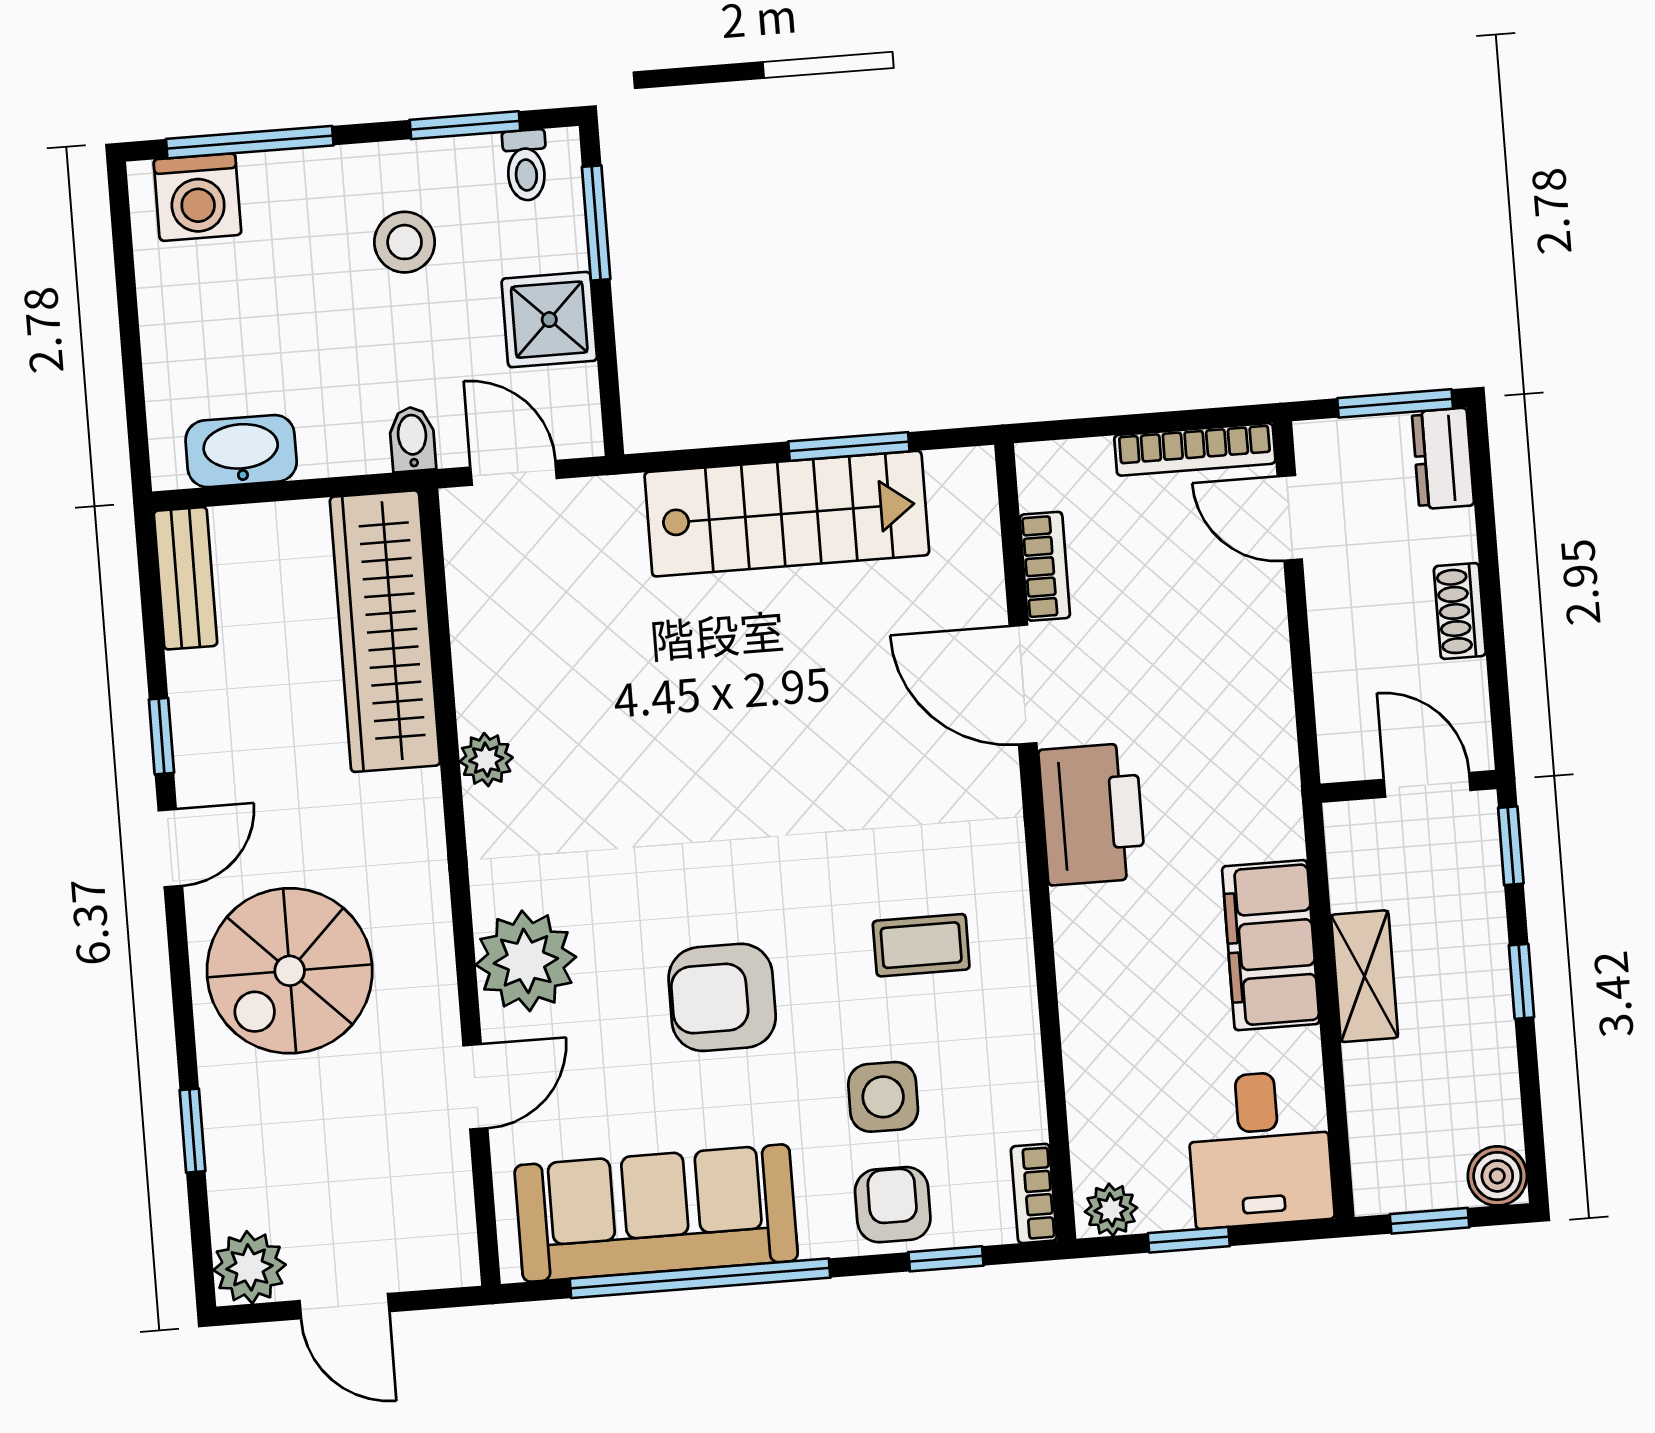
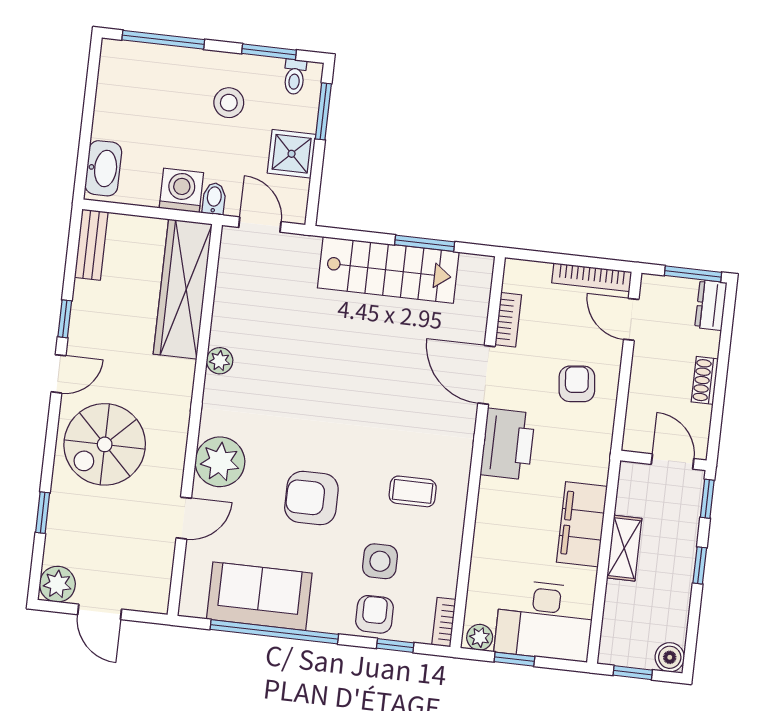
washing machine: (197, 197) -> (181, 190), moved, turned 180
washbasin: (241, 451) -> (103, 168), moved, turned 90
armchair: (1206, 667) -> (577, 384), added
desk: (1260, 1149) -> (545, 620), width x1.37
sofa: (656, 1213) -> (259, 596), width x0.73

